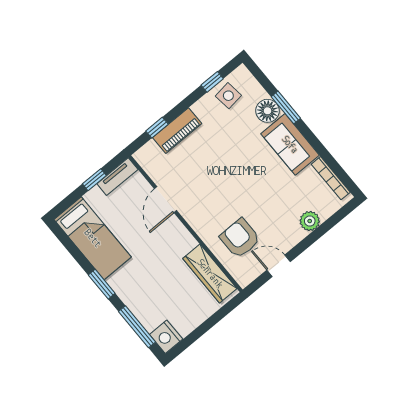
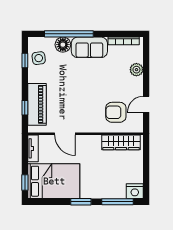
window: (286, 107) -> (69, 34), width x2.11
piano: (177, 131) -> (37, 104), width x1.37, depth x1.33
window: (94, 180) -> (25, 182), moved
bed: (93, 238) -> (54, 181), width x1.50

